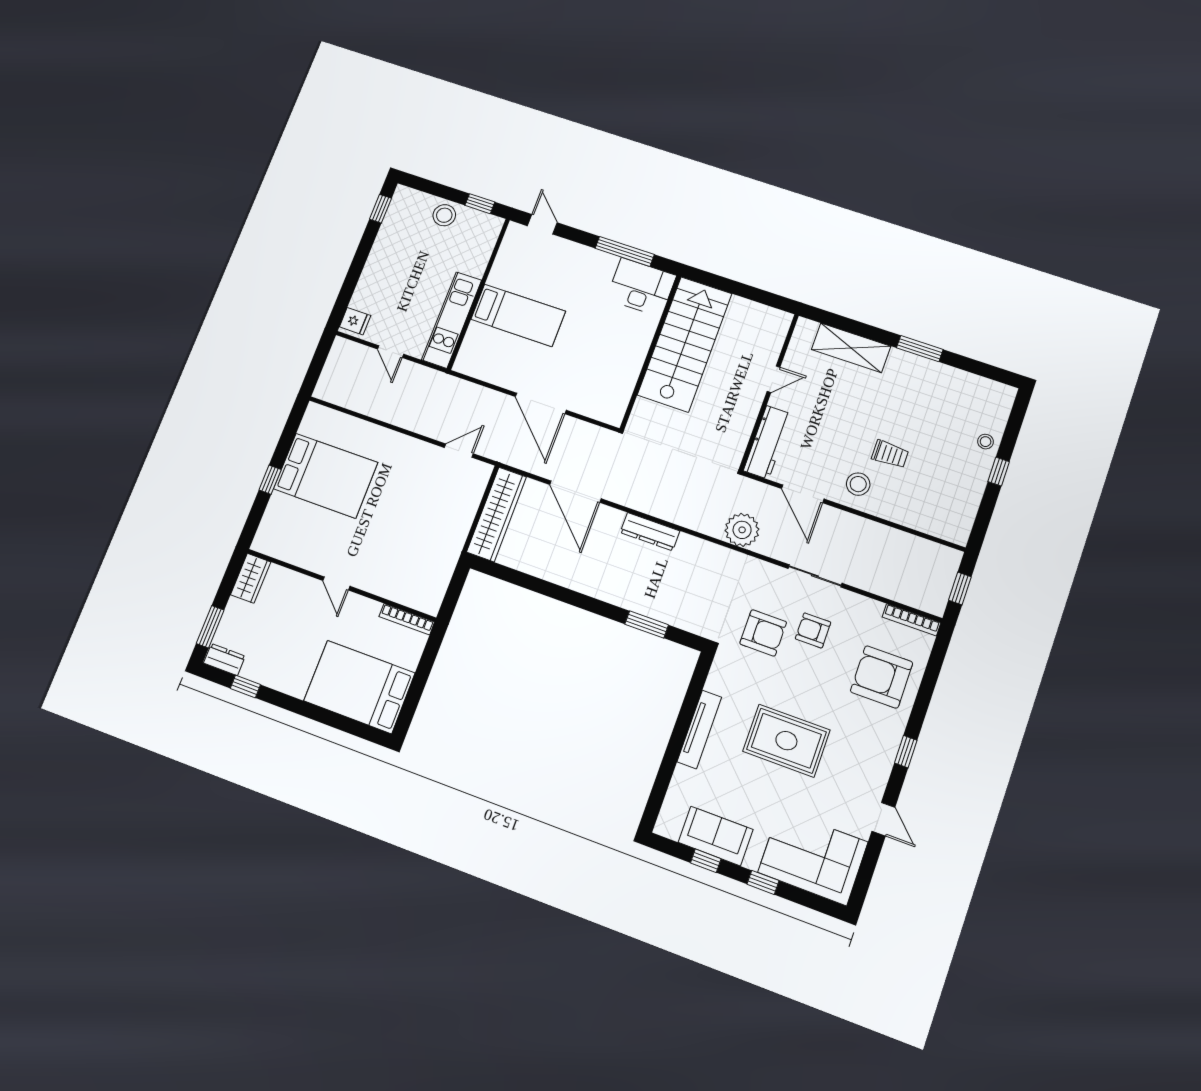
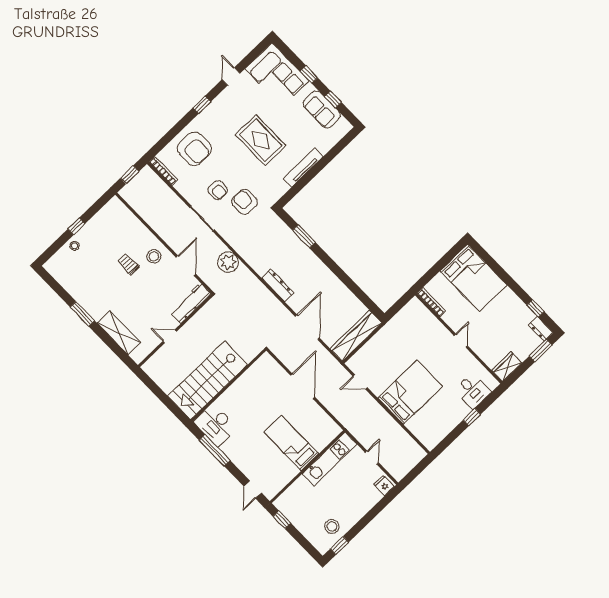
stool: (444, 215) -> (332, 526), moved
bed: (326, 476) -> (410, 392), moved, turned 90
desk: (286, 518) -> (473, 391), added

